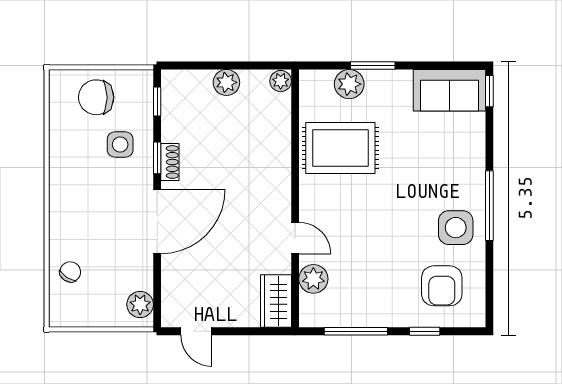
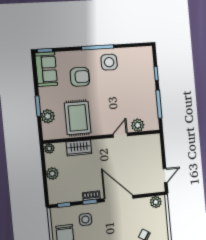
armchair: (442, 286) -> (80, 77), moved
wardrobe: (276, 301) -> (79, 148), moved

